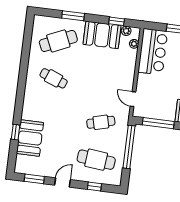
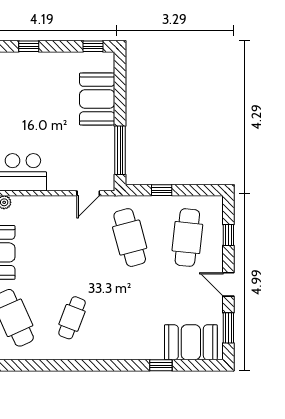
cafe table: (101, 122) -> (130, 238), width x1.37, depth x1.35
booth: (30, 138) -> (191, 342), moved
window: (129, 147) -> (162, 190), width x0.32

